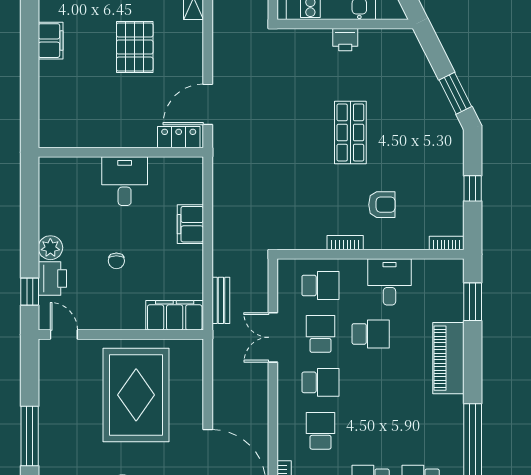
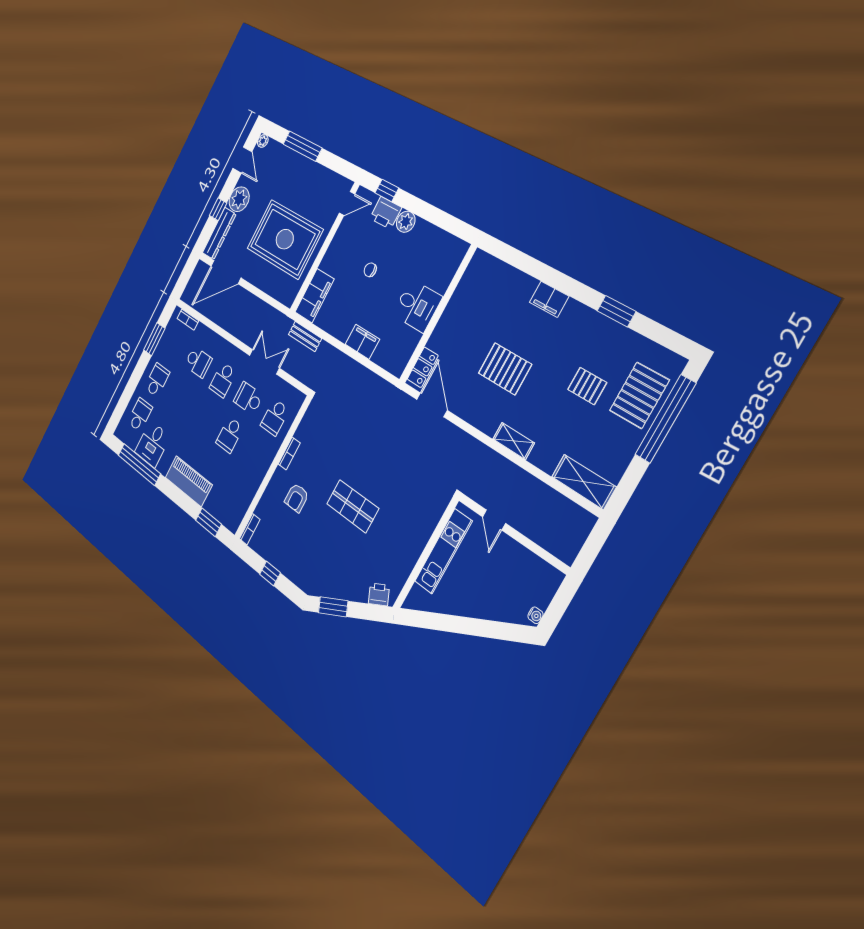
printer: (345, 40) -> (379, 594), moved, turned 63
desk: (389, 282) -> (152, 444), moved, turned 90
school desk: (320, 334) -> (248, 398), turned 180

